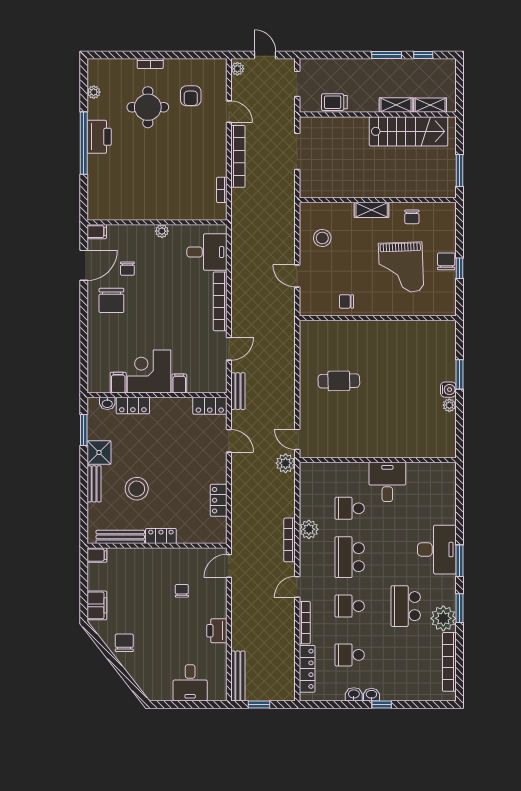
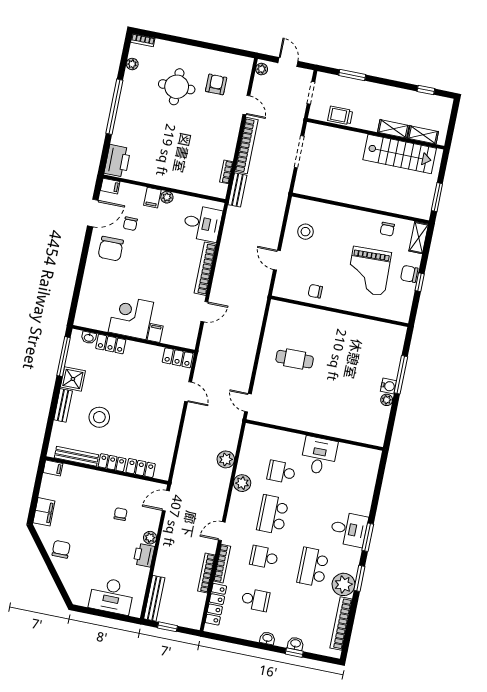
window: (387, 55) -> (352, 75), moved
bookcase: (150, 64) -> (143, 40), moved
armchair: (191, 96) -> (216, 84), turned 180
printer: (99, 137) -> (117, 161), moved
shelving: (372, 210) -> (419, 238), moved, turned 90
chair: (446, 261) -> (409, 274), turned -90
window: (459, 374) -> (401, 375), width x1.44
filing cabinet: (118, 383) -> (152, 198), moved, turned 180
bench: (238, 391) -> (237, 190), moved
window: (84, 430) -> (64, 357), width x1.44
plant: (286, 463) -> (226, 459), moved
locker: (219, 500) -> (141, 468), moved, turned 90
bookcase: (290, 540) -> (206, 573), moved
desk: (437, 550) -> (349, 529), width x0.73
plant: (220, 610) -> (150, 538), added
school desk: (350, 655) -> (255, 600), turned 180
desk: (190, 683) -> (111, 596), width x1.37
washbasin: (354, 694) -> (296, 644), moved
window: (382, 704) -> (294, 653), moved

